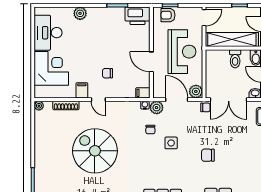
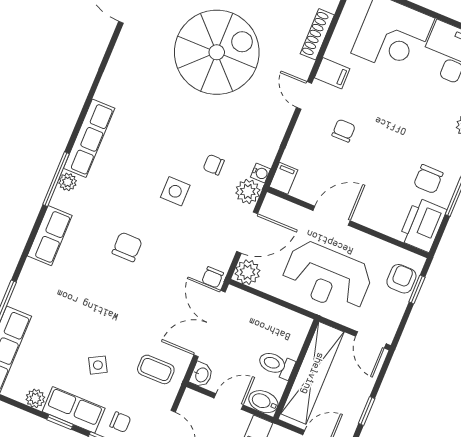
chair: (114, 22) -> (428, 179), added
door: (98, 100) -> (304, 95), hinge flipped

